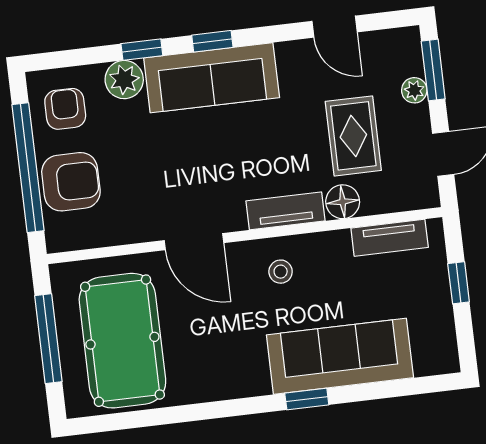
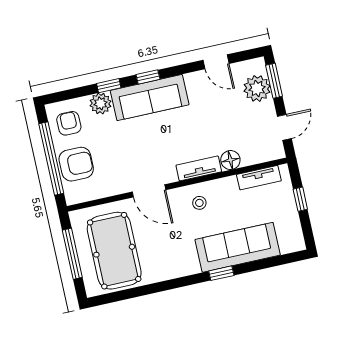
plant: (414, 90) -> (257, 88), width x1.88, depth x1.88
rug: (353, 136) -> (233, 122), removed

